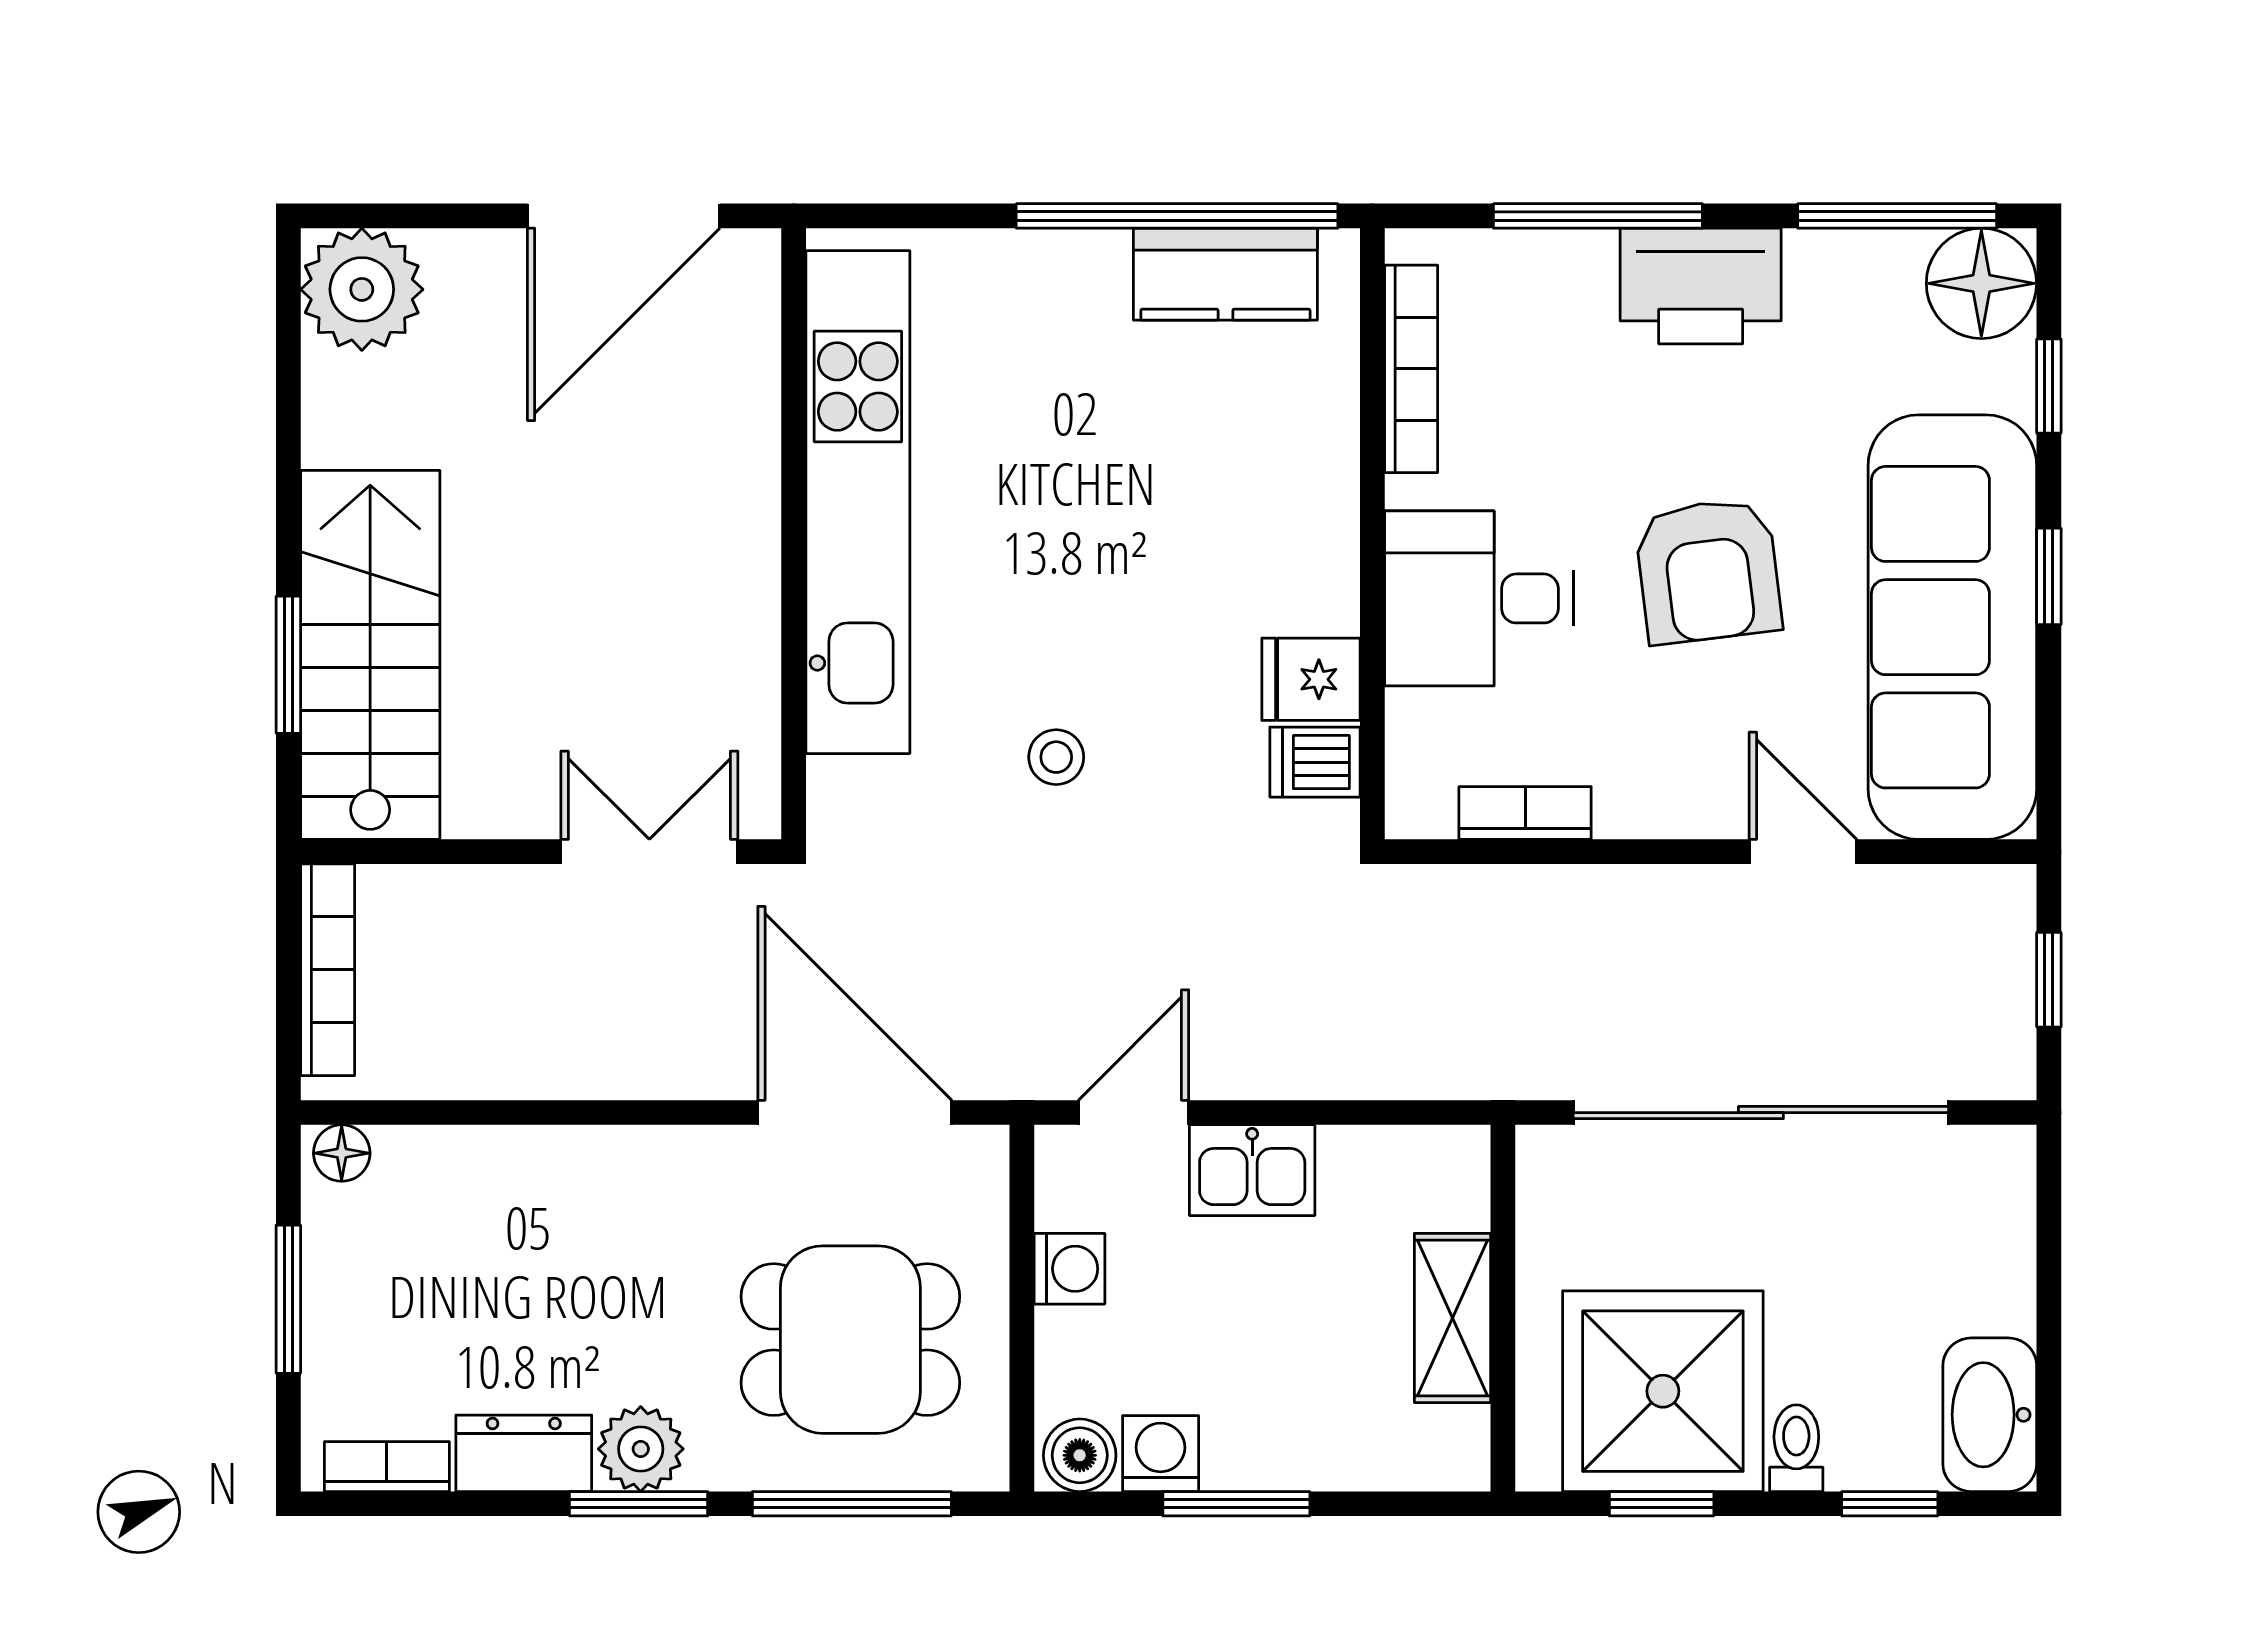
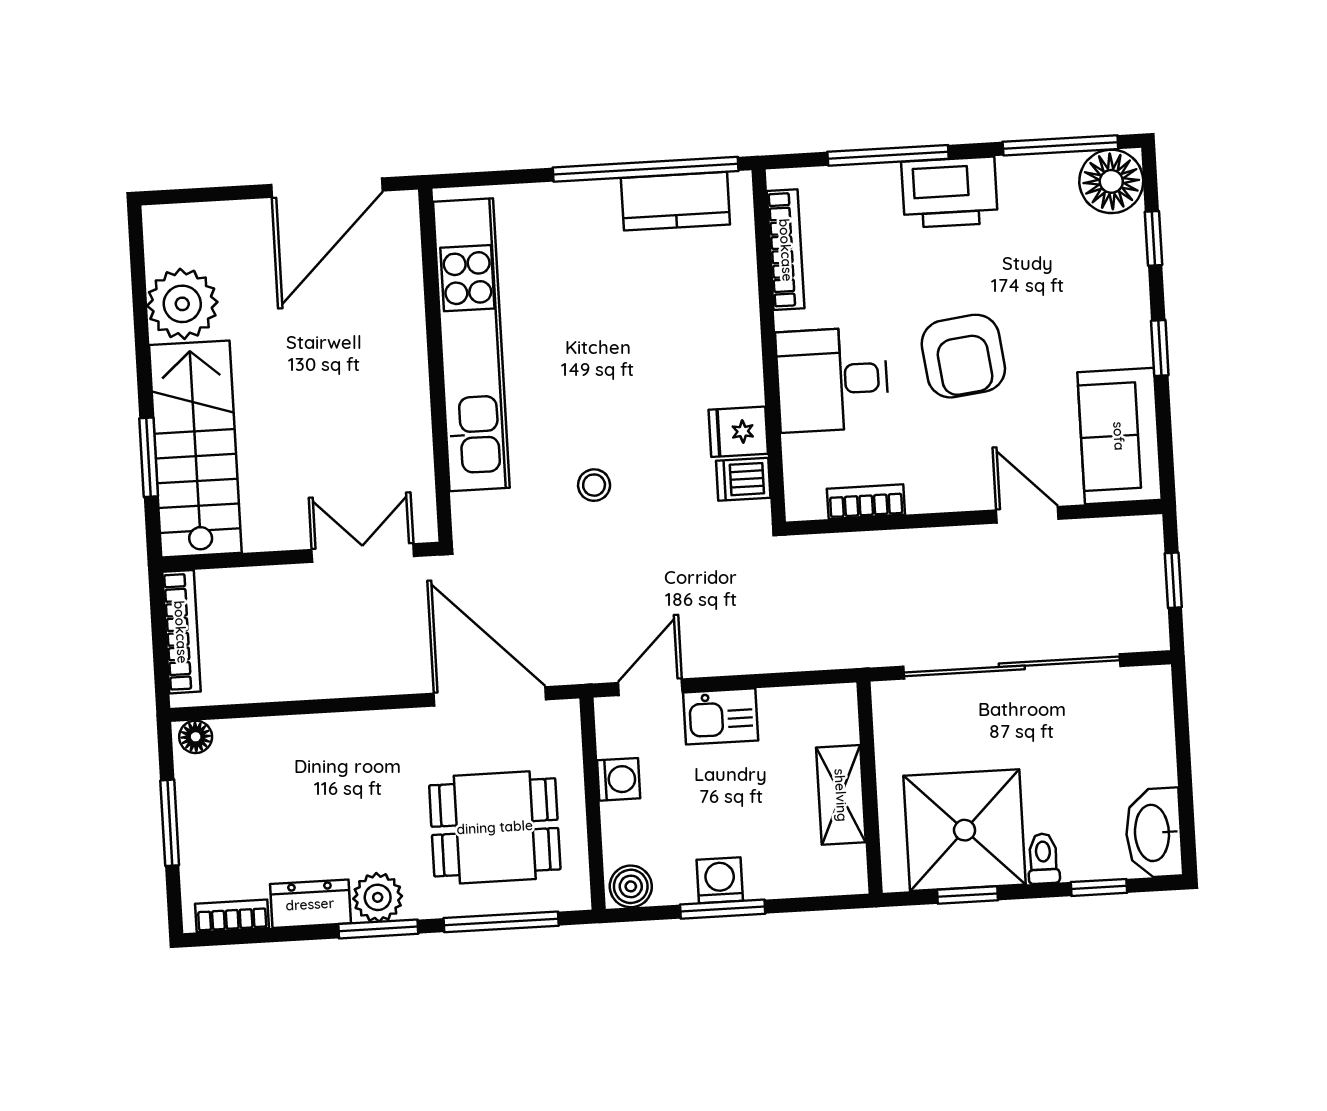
plant: (362, 289) -> (182, 304), moved
sofa: (1952, 627) -> (1119, 436), width x0.54, depth x0.79
washing machine: (1161, 1454) -> (720, 880), moved

